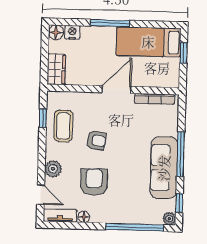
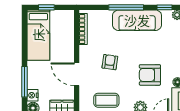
window: (110, 23) -> (24, 82), moved
door: (117, 90) -> (77, 74), moved
armchair: (96, 140) -> (110, 62), moved

